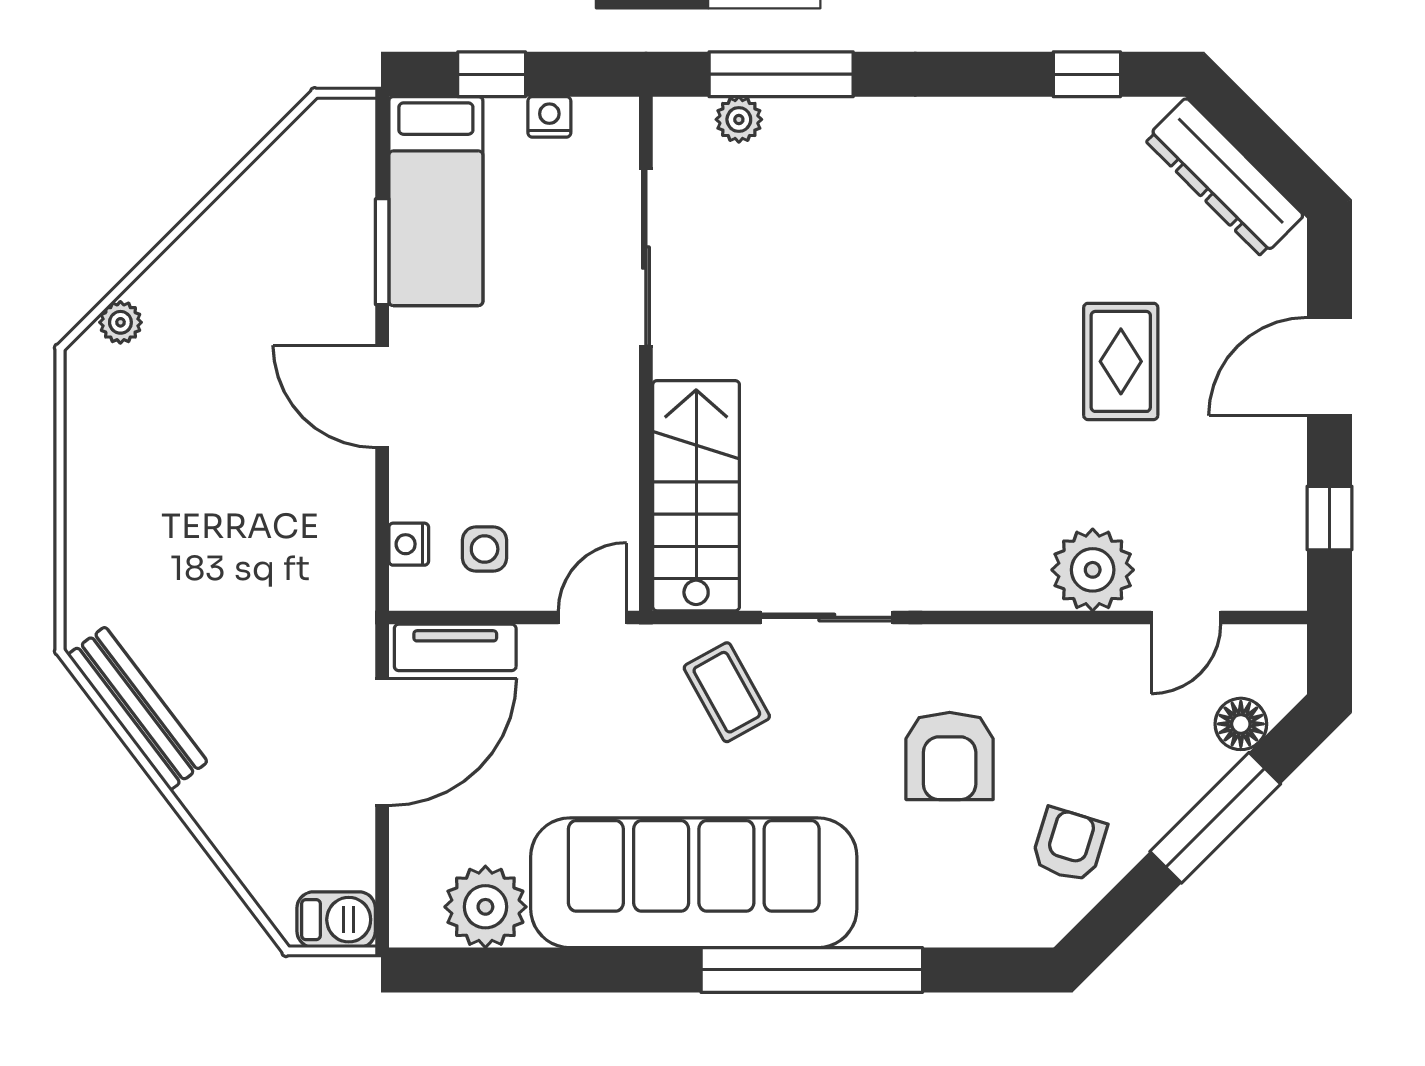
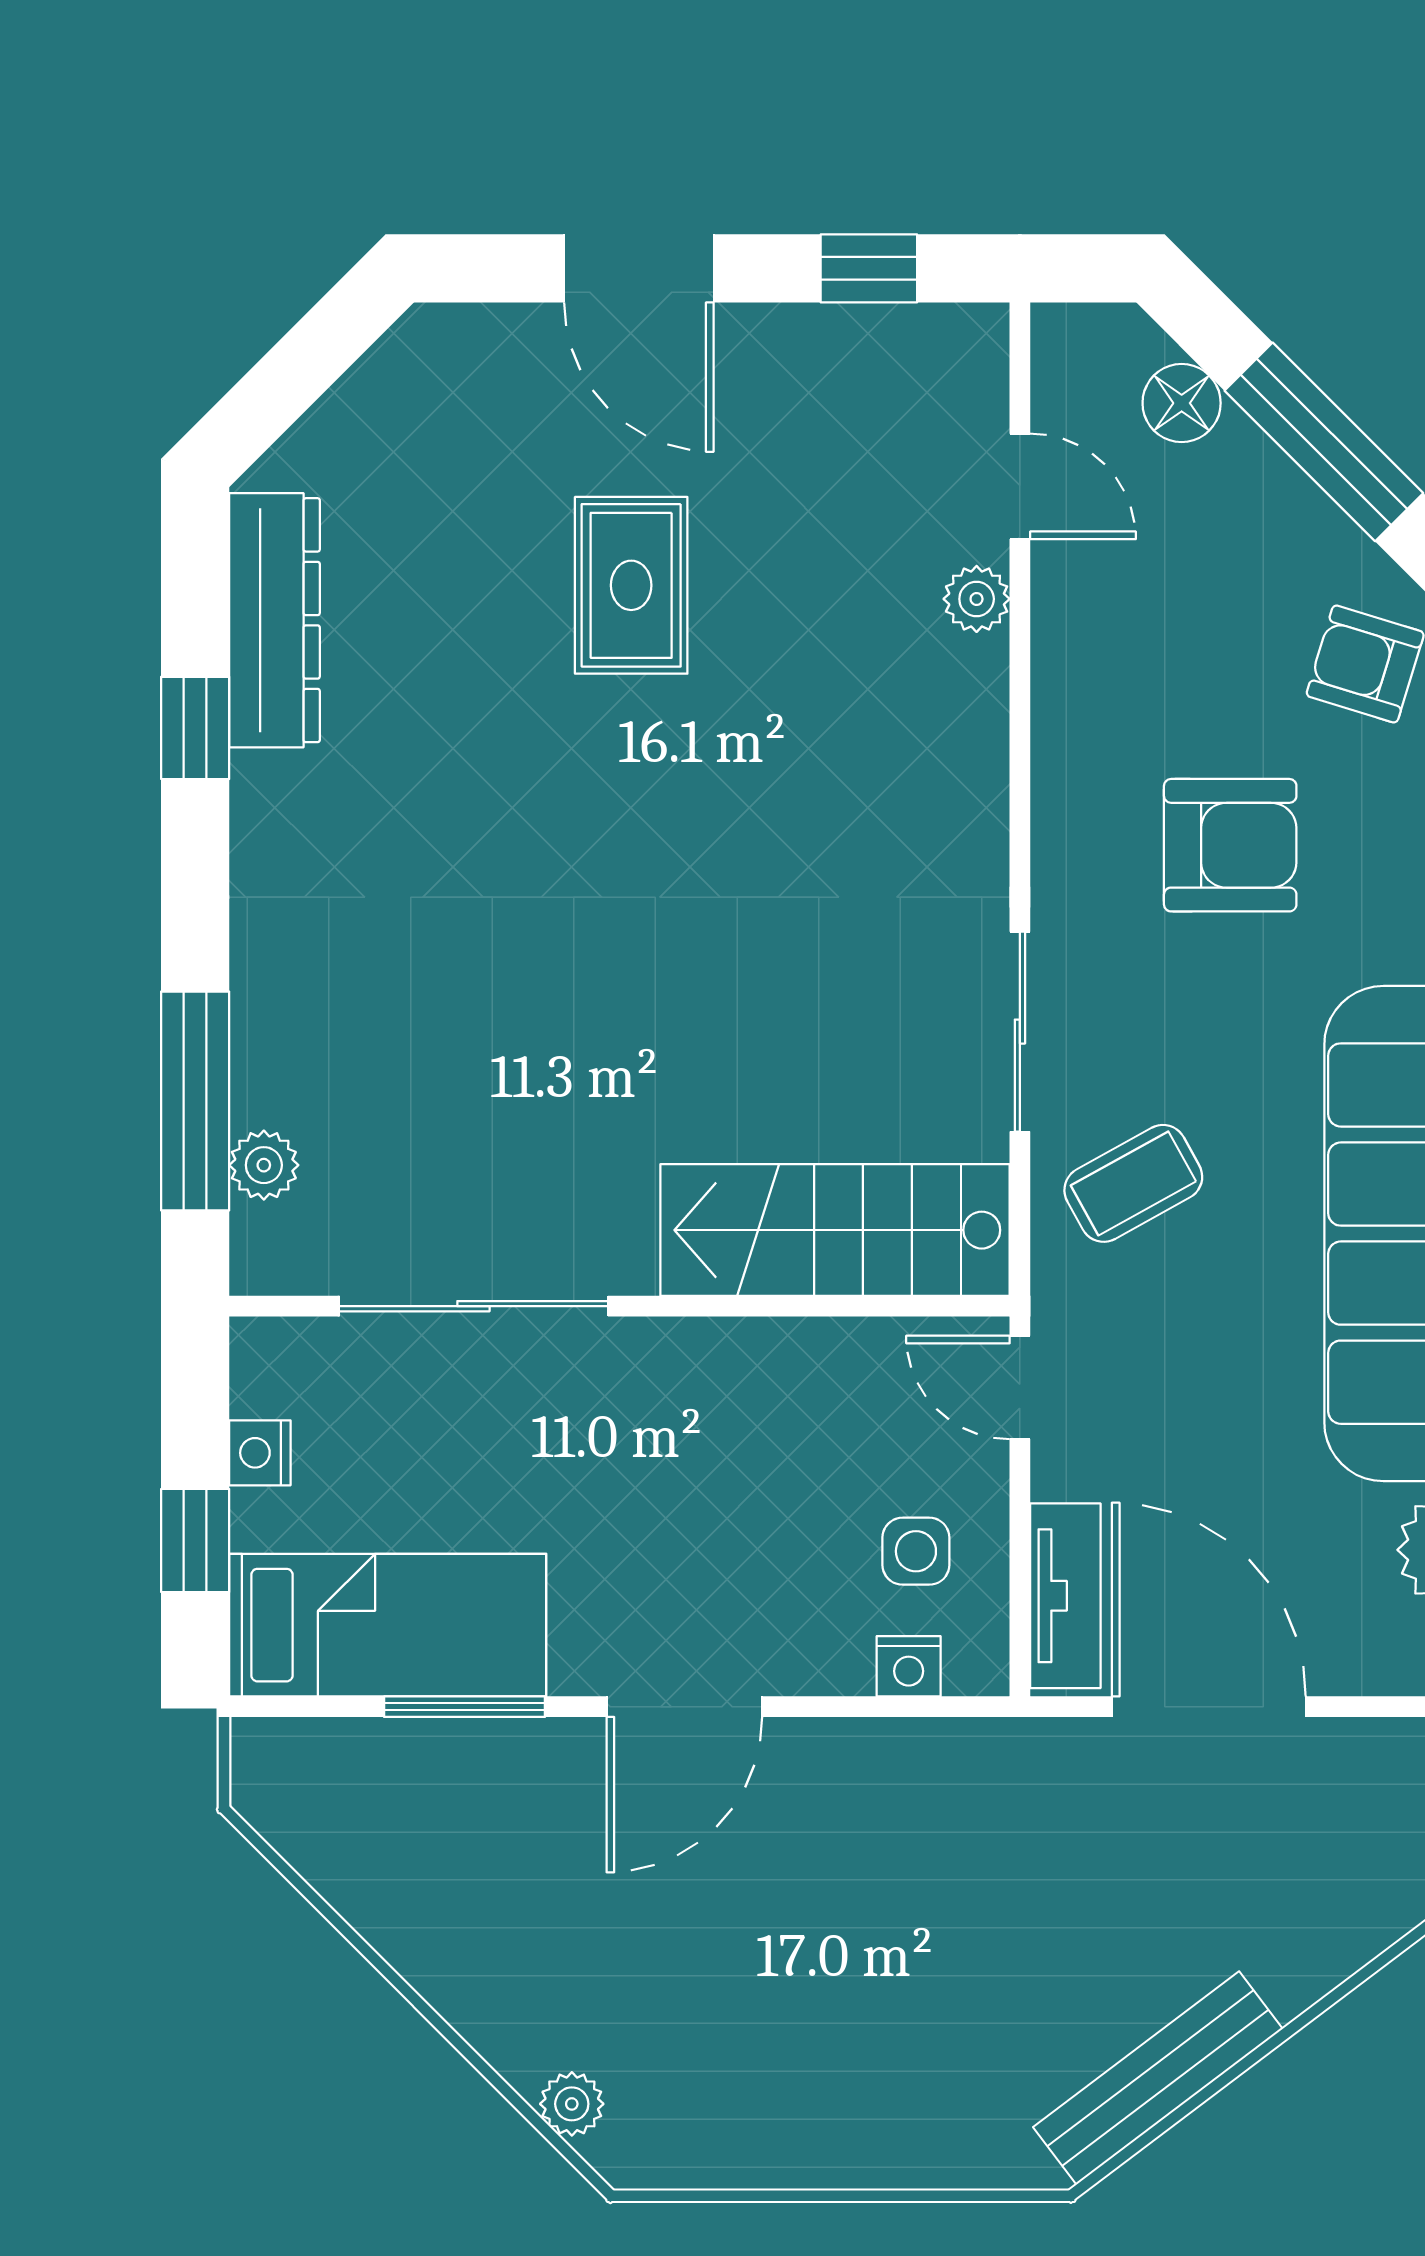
window: (1087, 74) -> (195, 728), moved
dresser: (1224, 177) -> (275, 620), moved, turned -45
rug: (1121, 361) -> (631, 585), turned 90
plant: (1093, 570) -> (977, 599), width x0.53, depth x0.53

